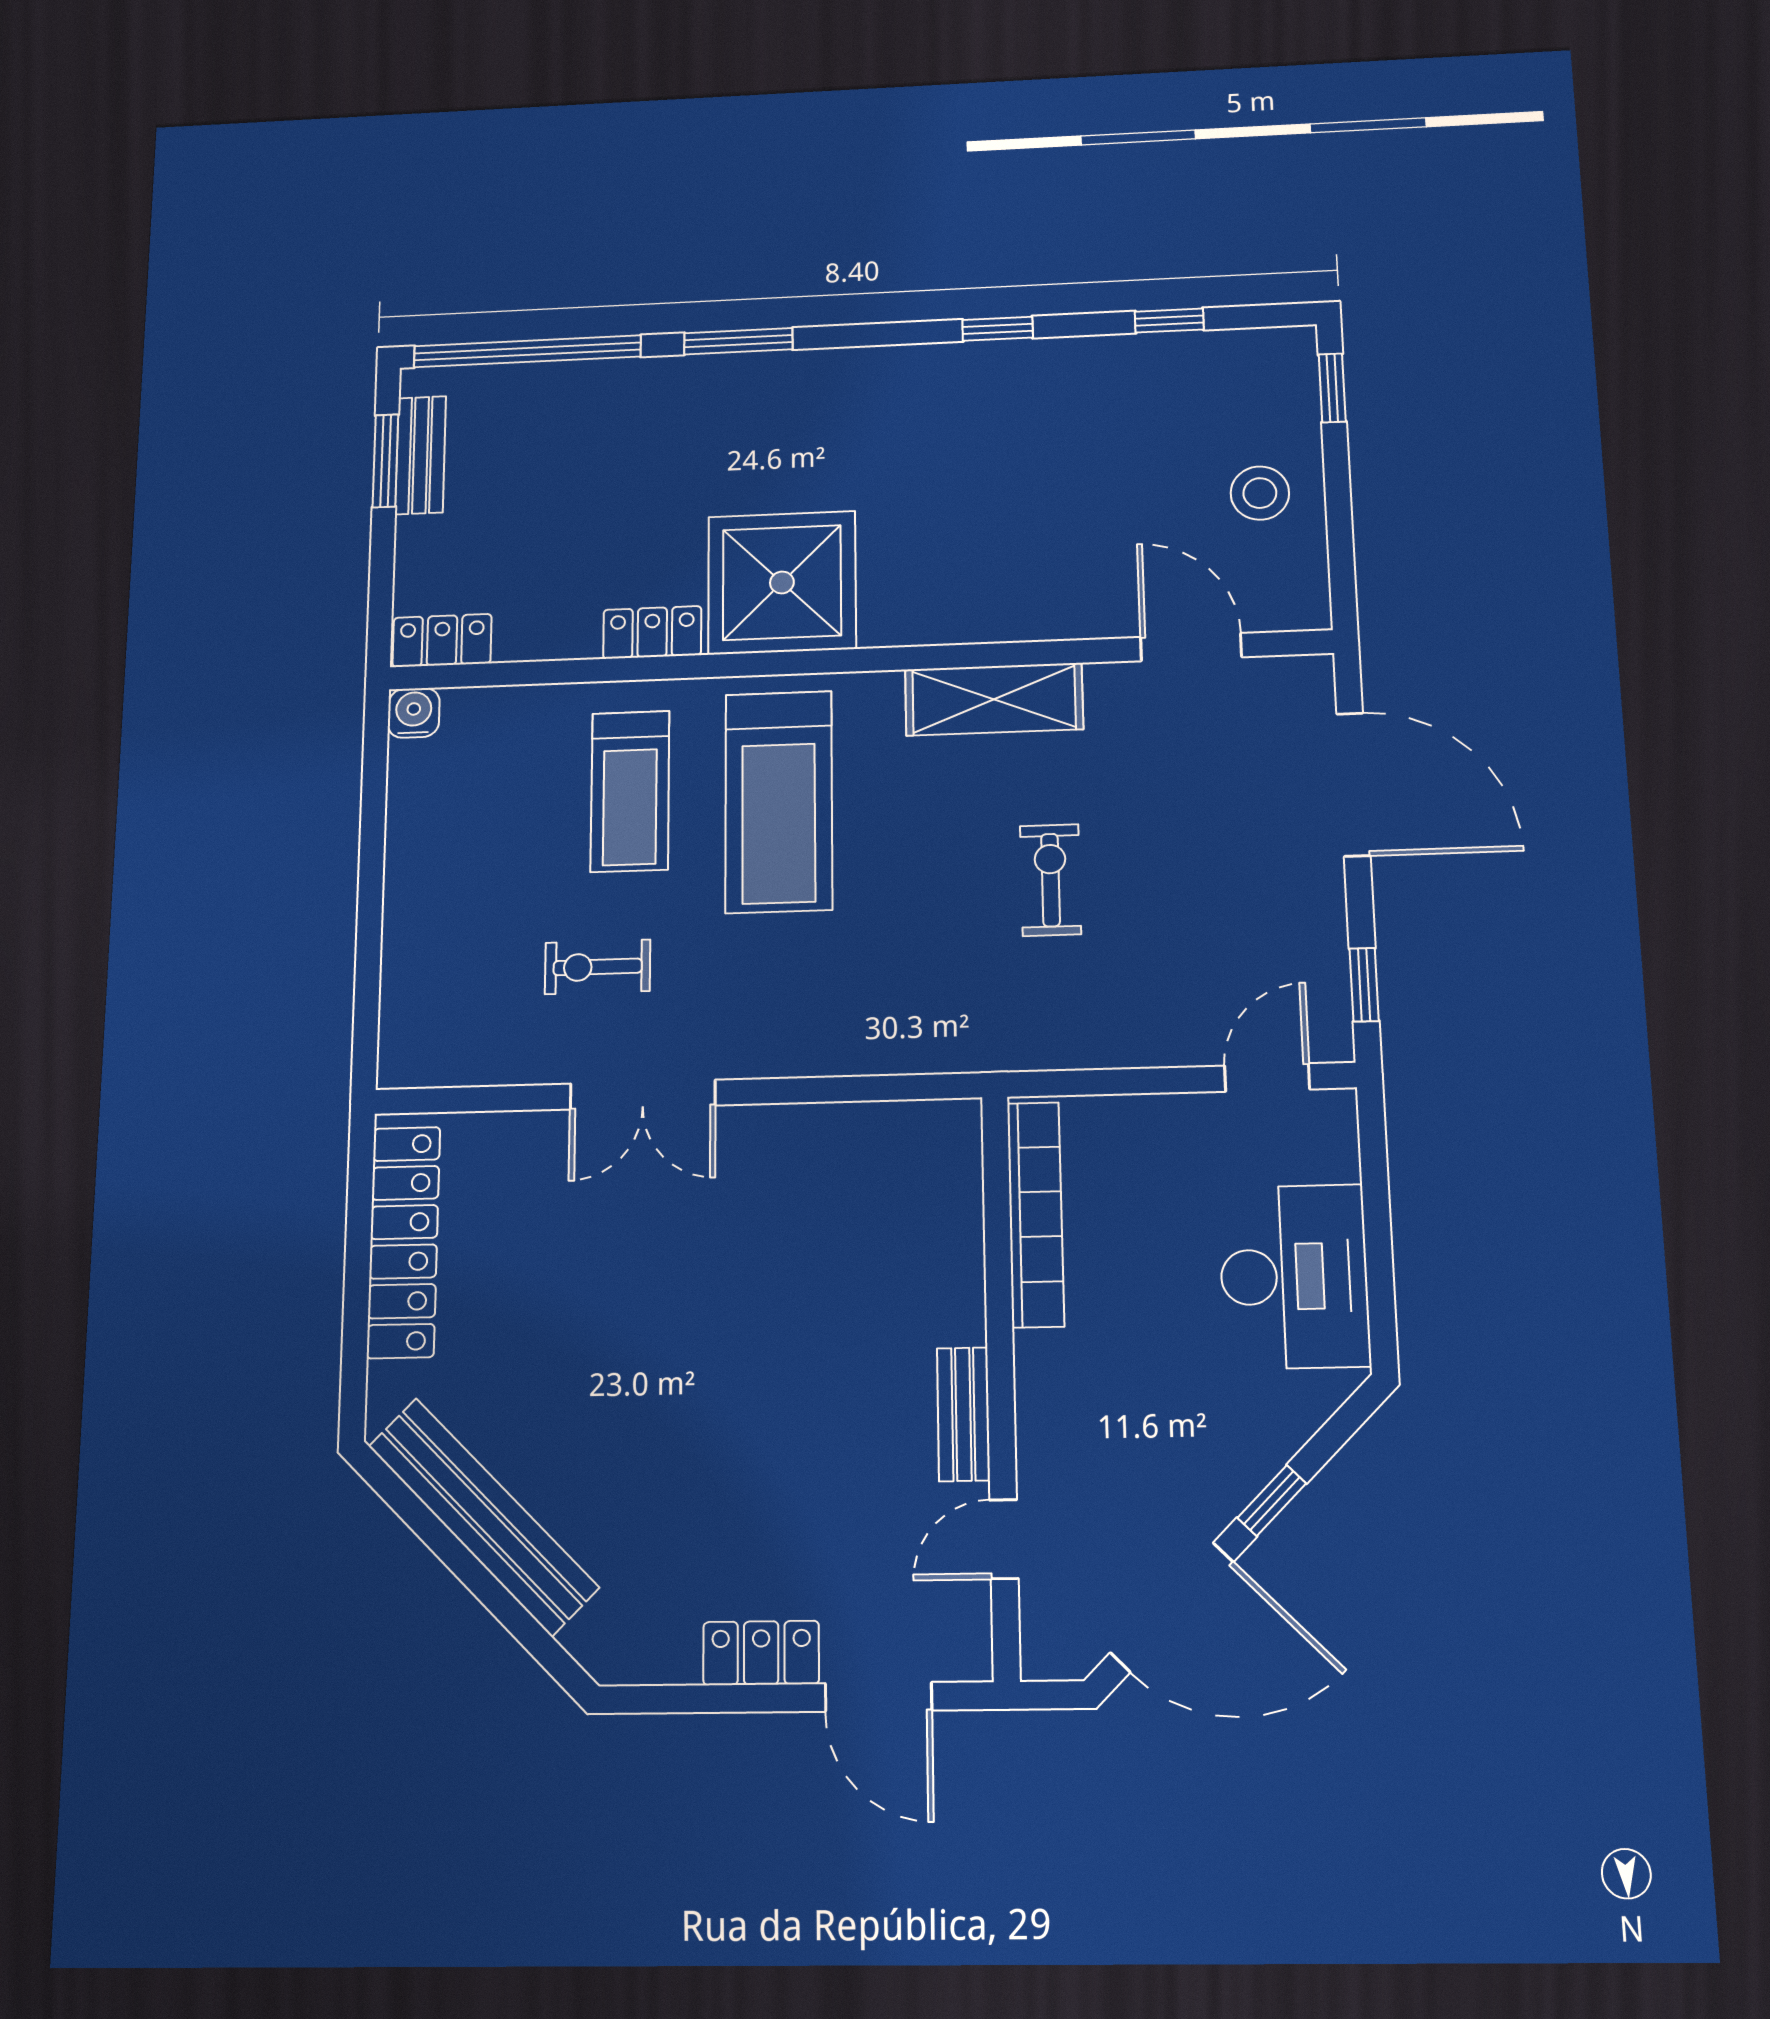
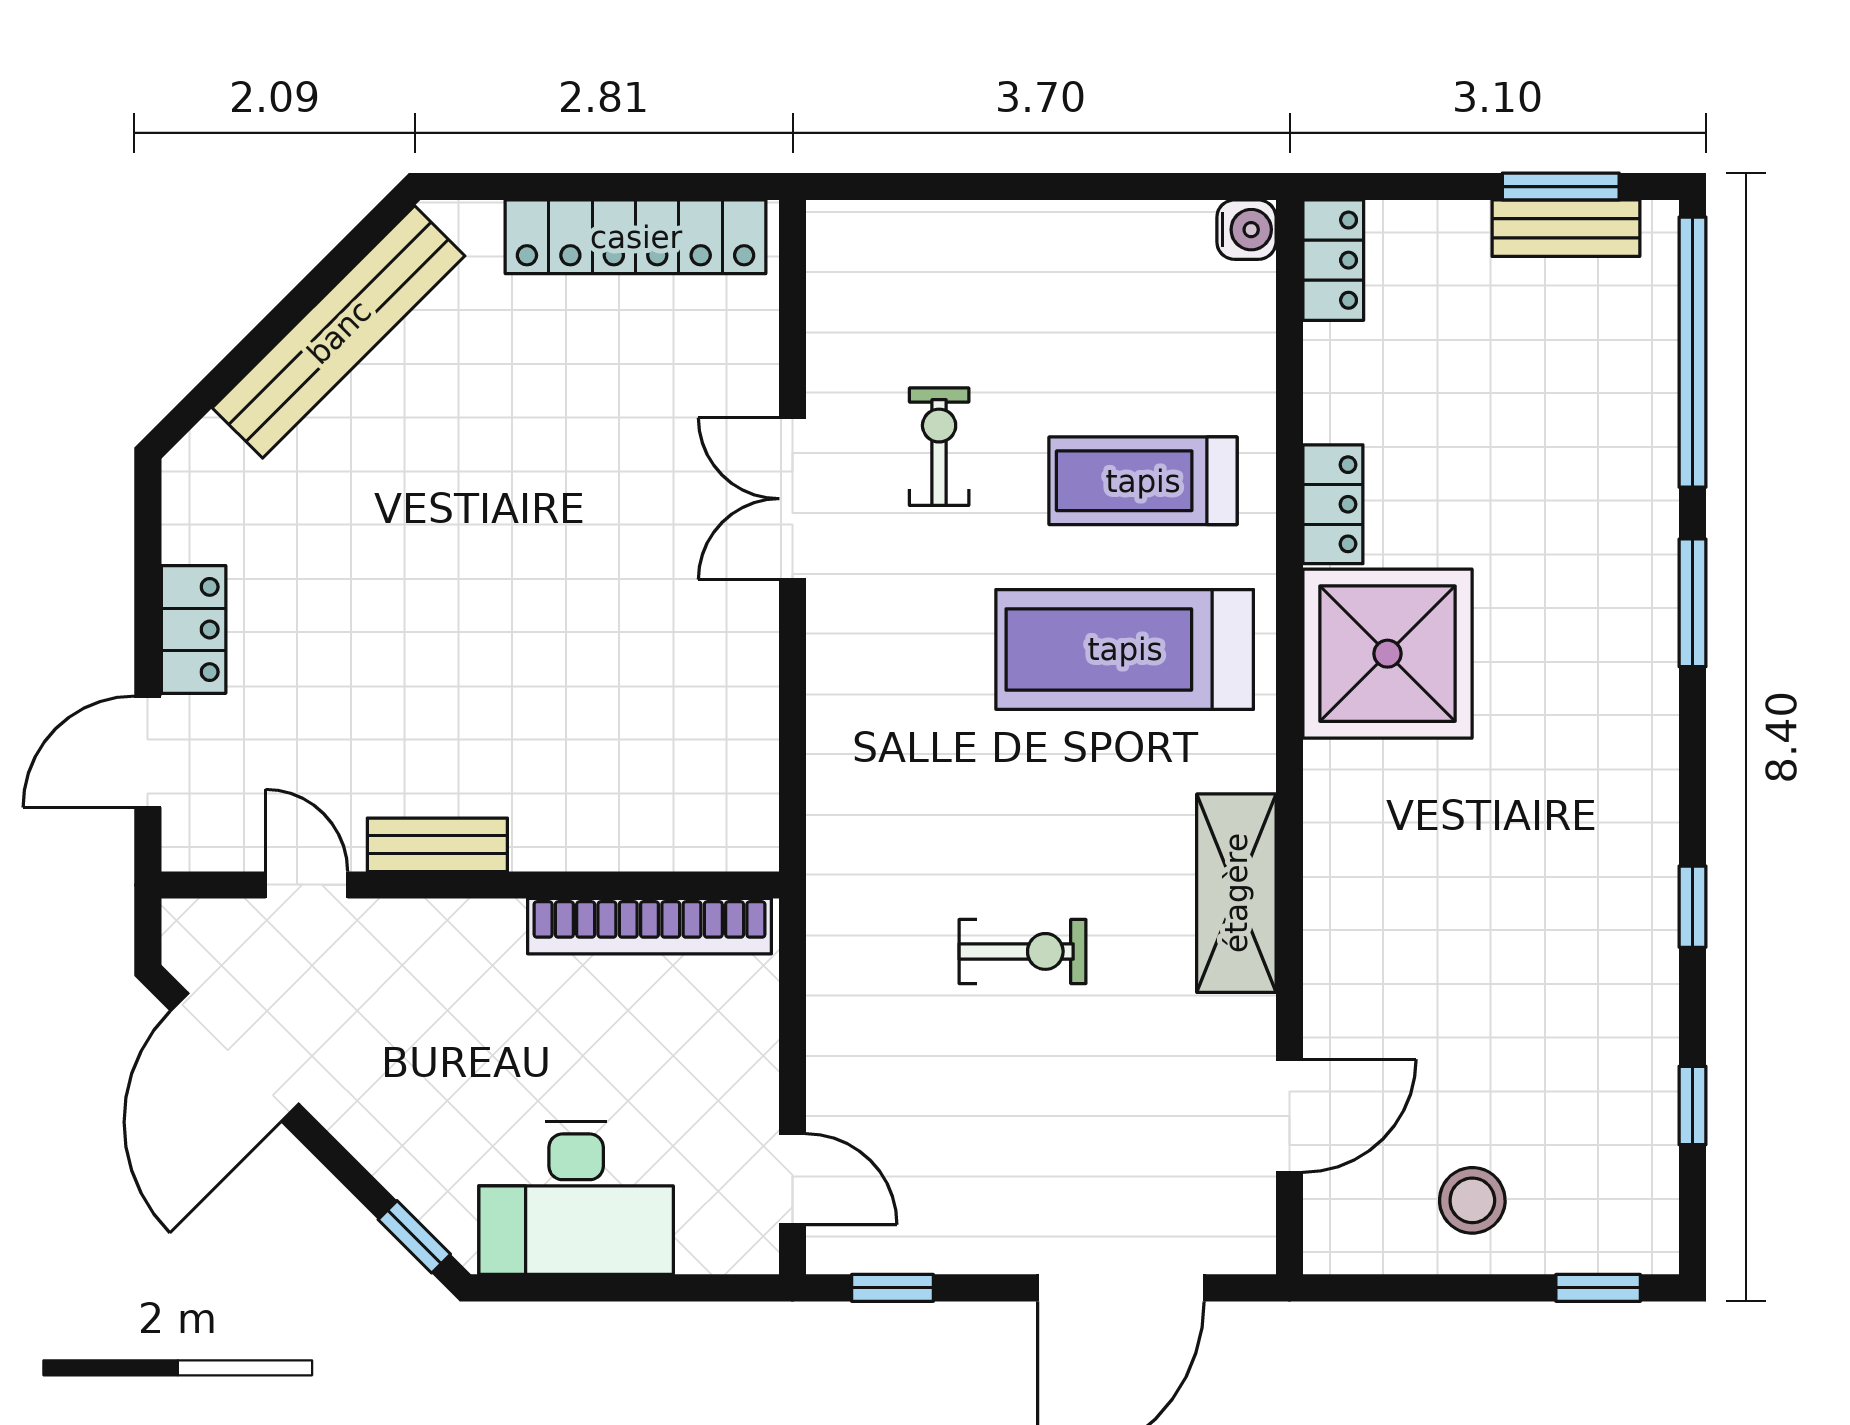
window: (1272, 1501) -> (414, 1237), moved

